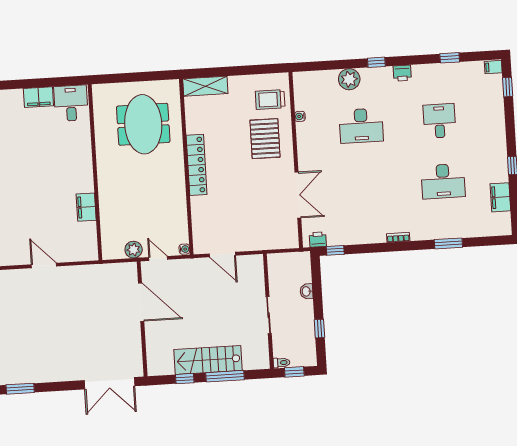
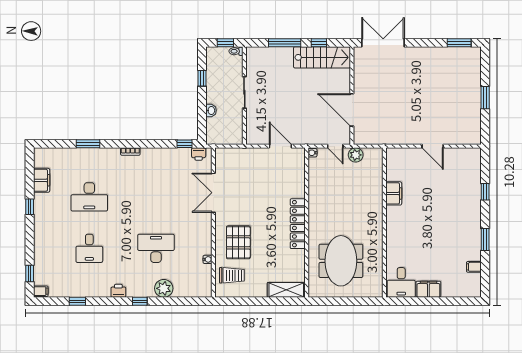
desk: (443, 181) -> (89, 197), turned 180
stairs: (208, 360) -> (322, 57), moved

